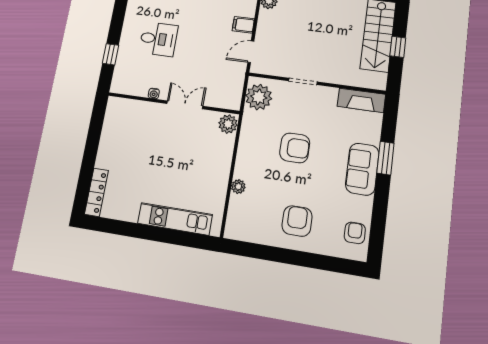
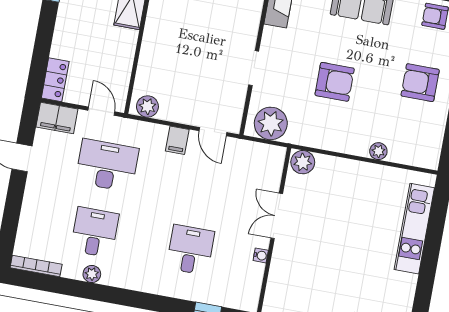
armchair: (295, 148) -> (335, 82), turned 90

